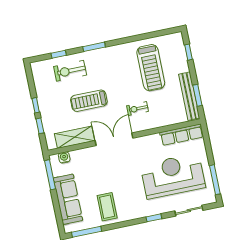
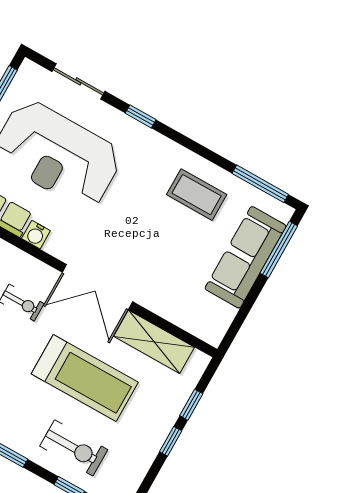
treadmill: (89, 101) -> (85, 378), width x1.37, depth x1.37
water cooler: (64, 157) -> (36, 235), moved
window: (50, 175) -> (279, 249), moved
coffee table: (107, 207) -> (197, 195), turned 90

